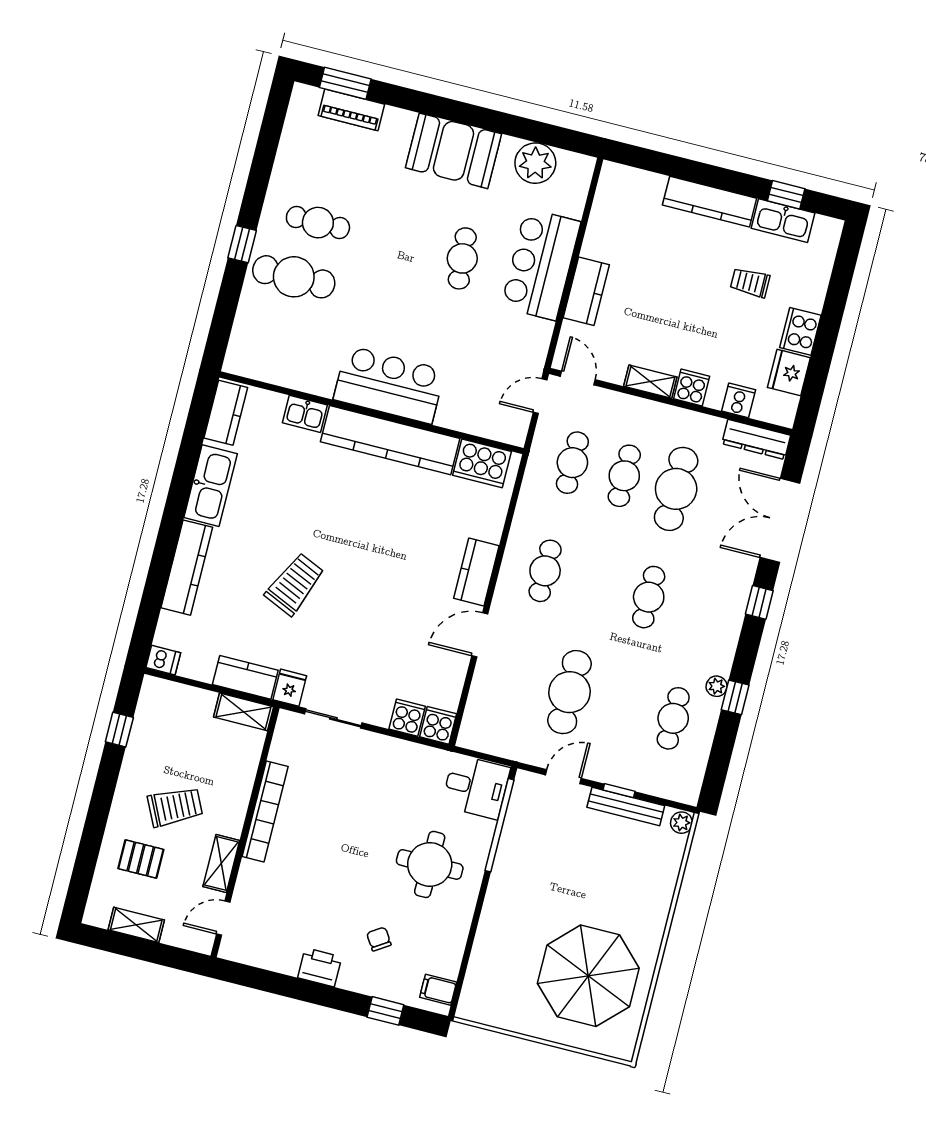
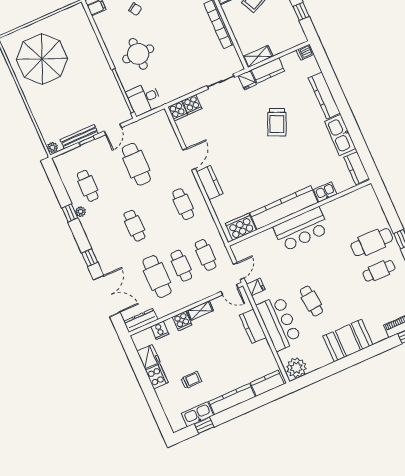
plant: (535, 163) -> (296, 368), moved
kitchen counter: (634, 183) -> (267, 383), added
fridge: (533, 350) -> (256, 287), added

